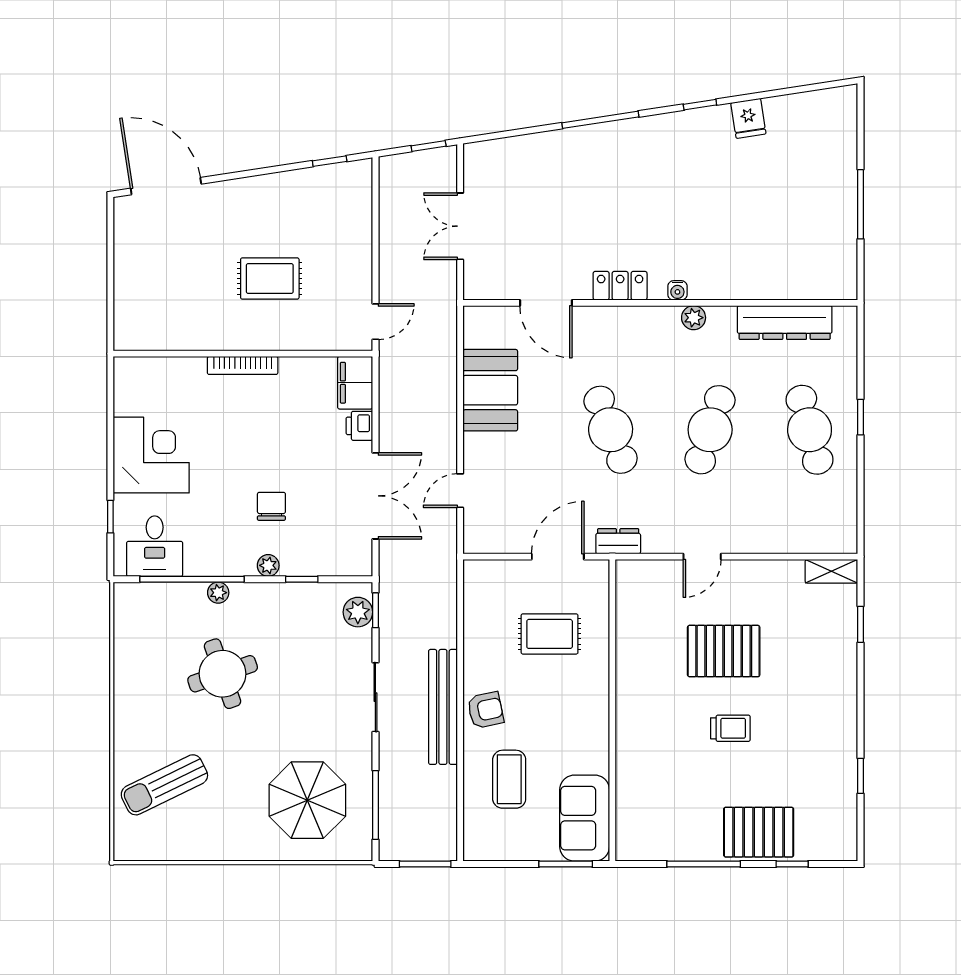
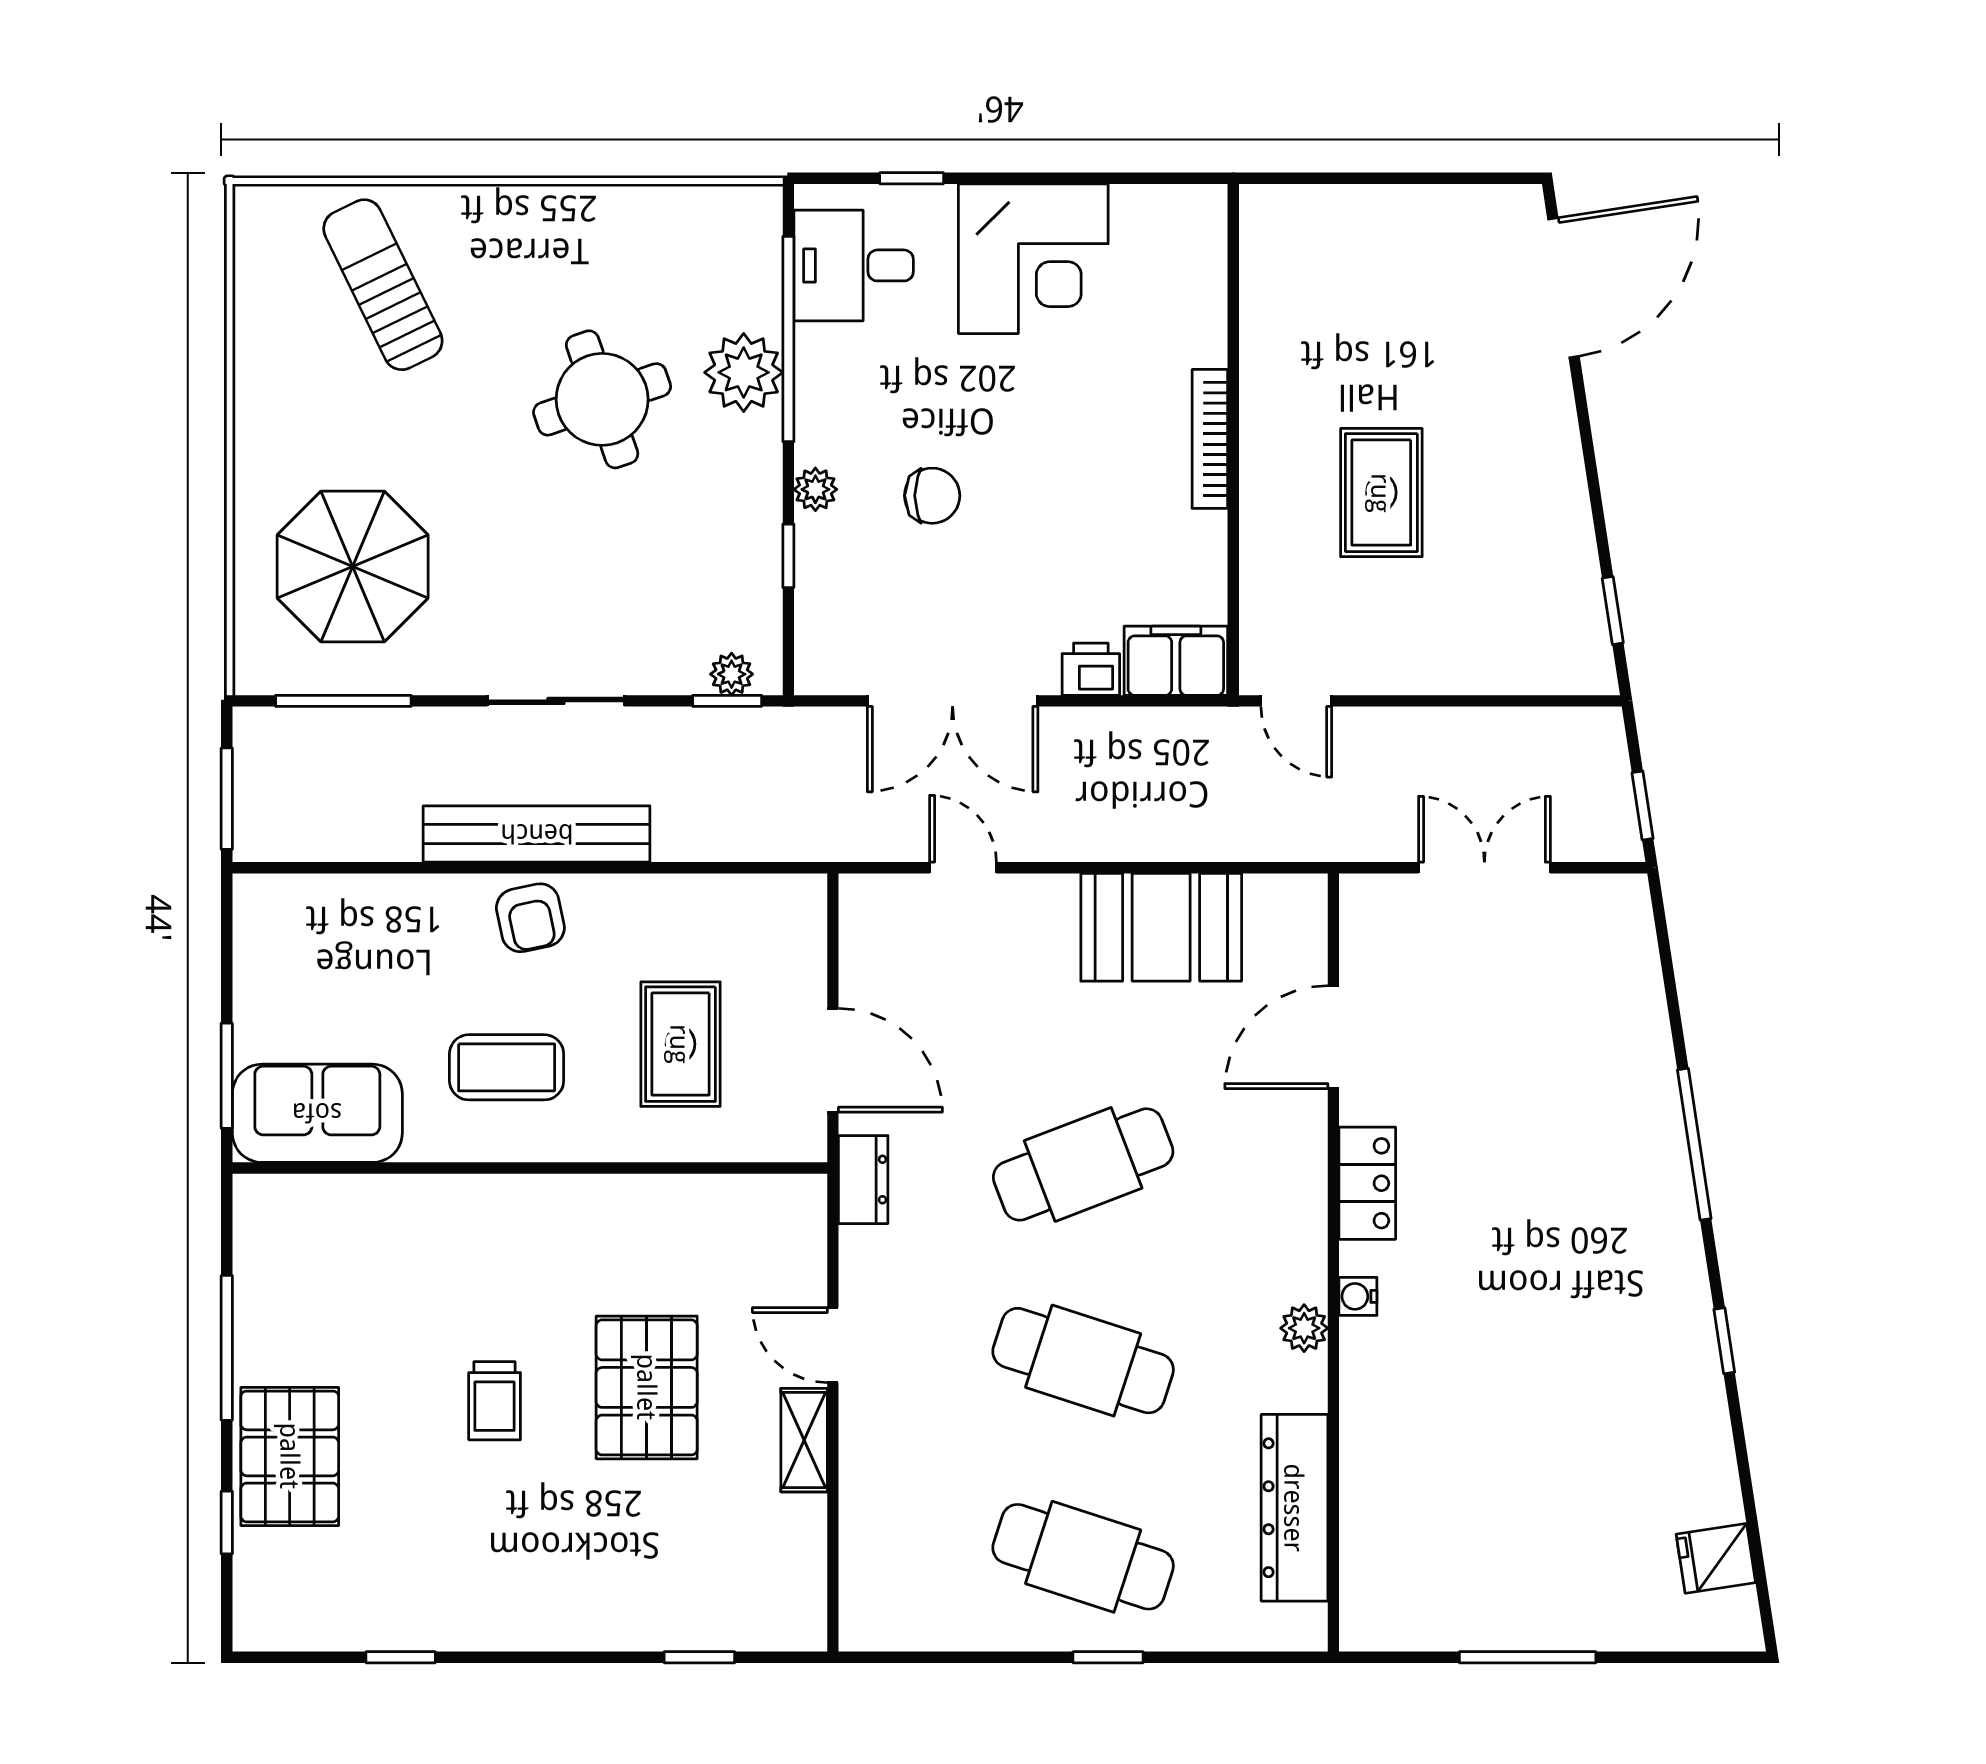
fridge: (748, 118) -> (1716, 1558), moved
cafe table: (810, 430) -> (1083, 1557), turned 33
shelving: (831, 571) -> (804, 1440), moved
plant: (218, 593) -> (744, 372), width x1.87, depth x1.87
plant: (358, 612) -> (732, 674), width x0.73, depth x0.73
coffee table: (509, 779) -> (507, 1067), moved

